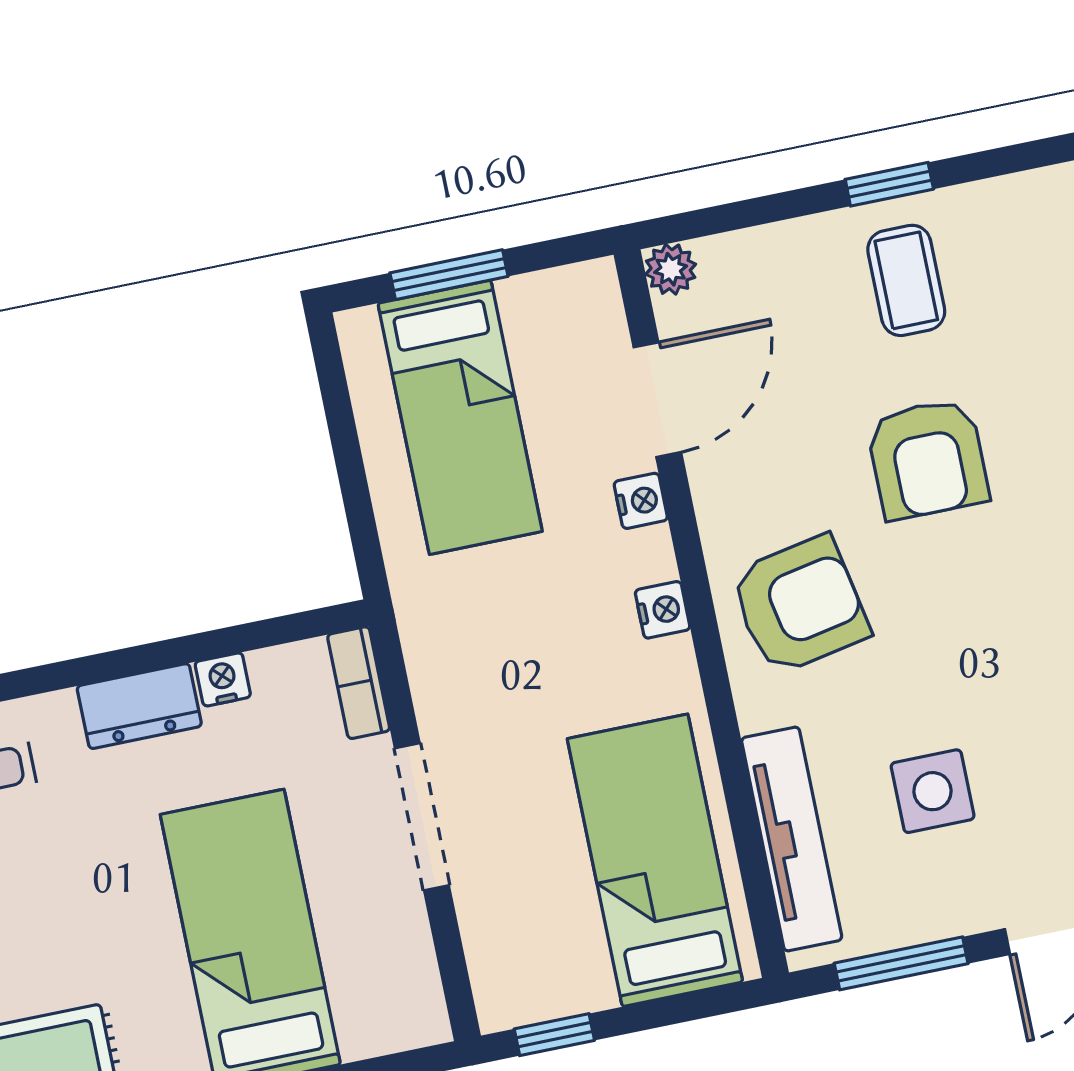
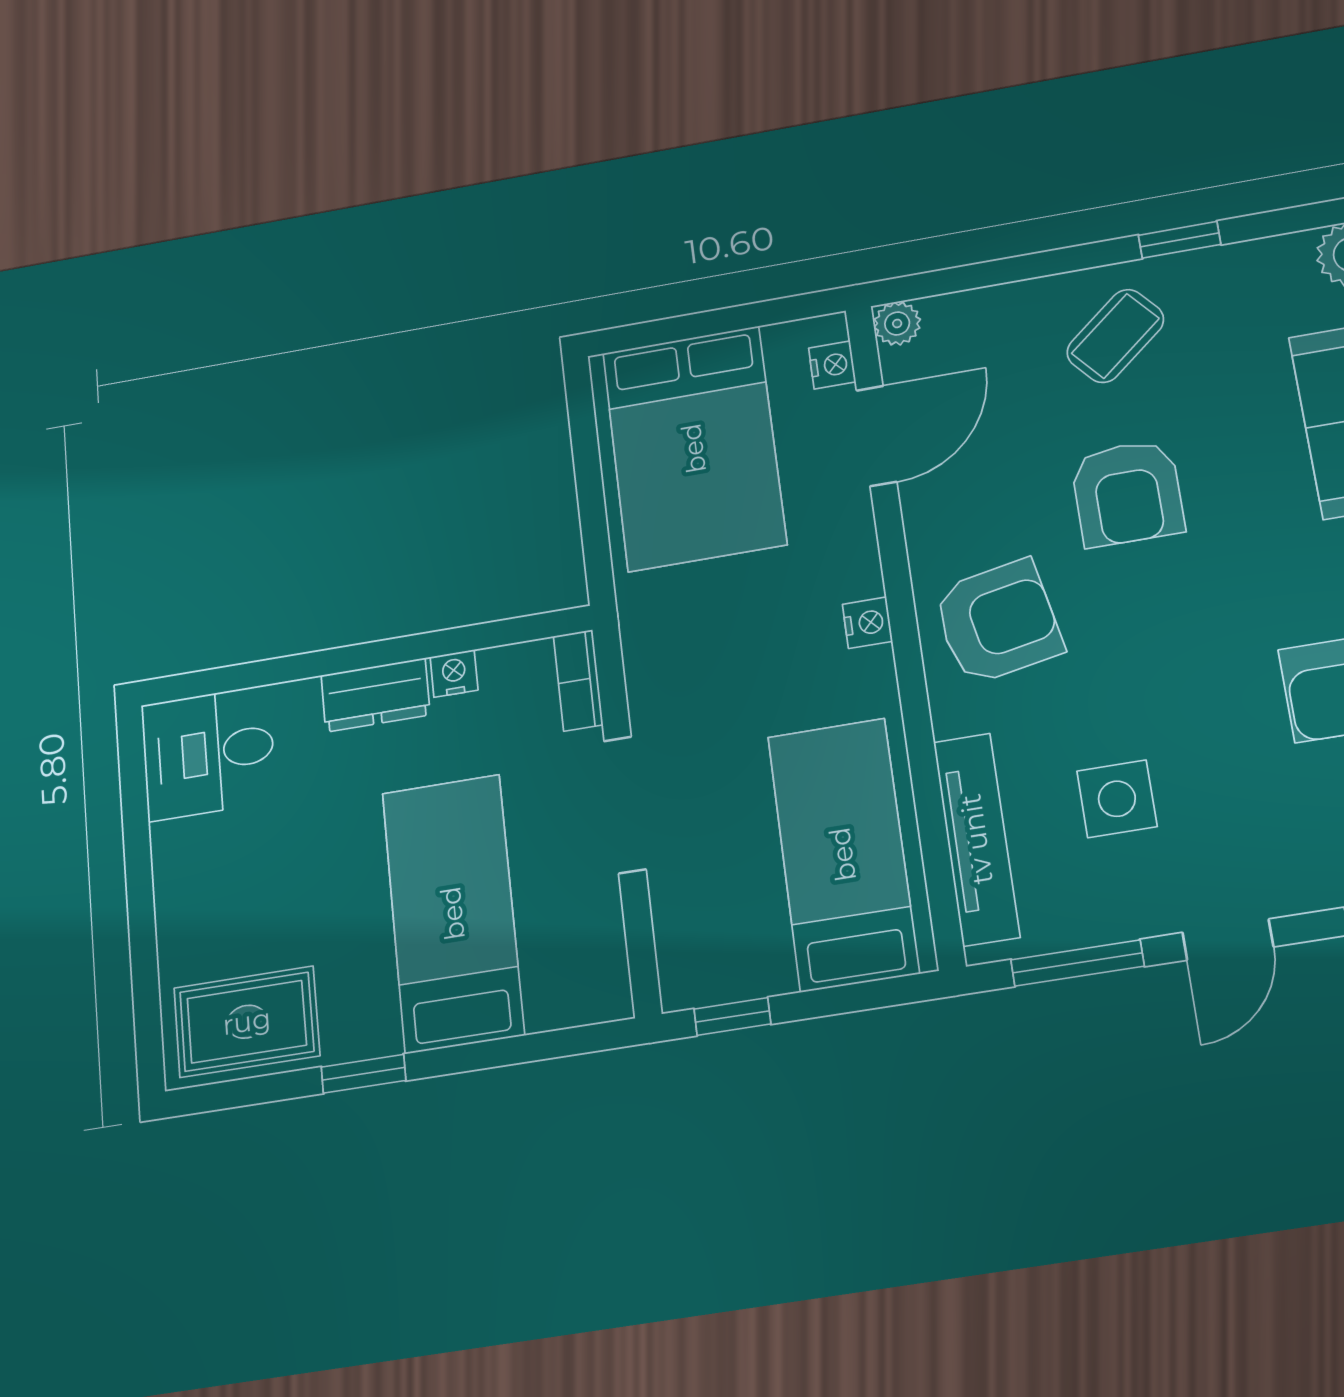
window: (889, 184) -> (1180, 240), moved
window: (449, 275) -> (695, 326), removed
coffee table: (906, 280) -> (1115, 336), turned 50
bed: (460, 417) -> (694, 448), width x1.50
nightstand: (641, 501) -> (832, 365), moved

